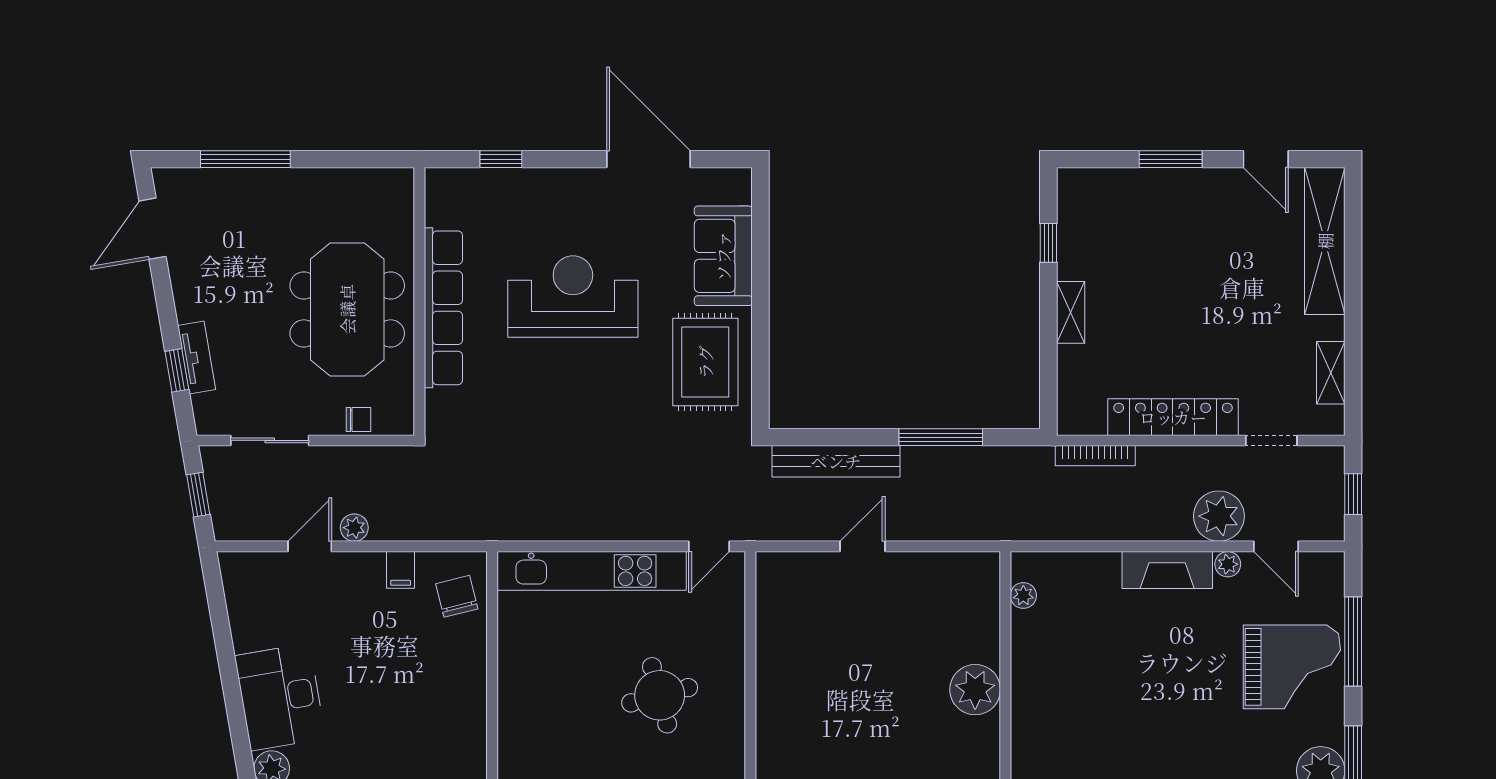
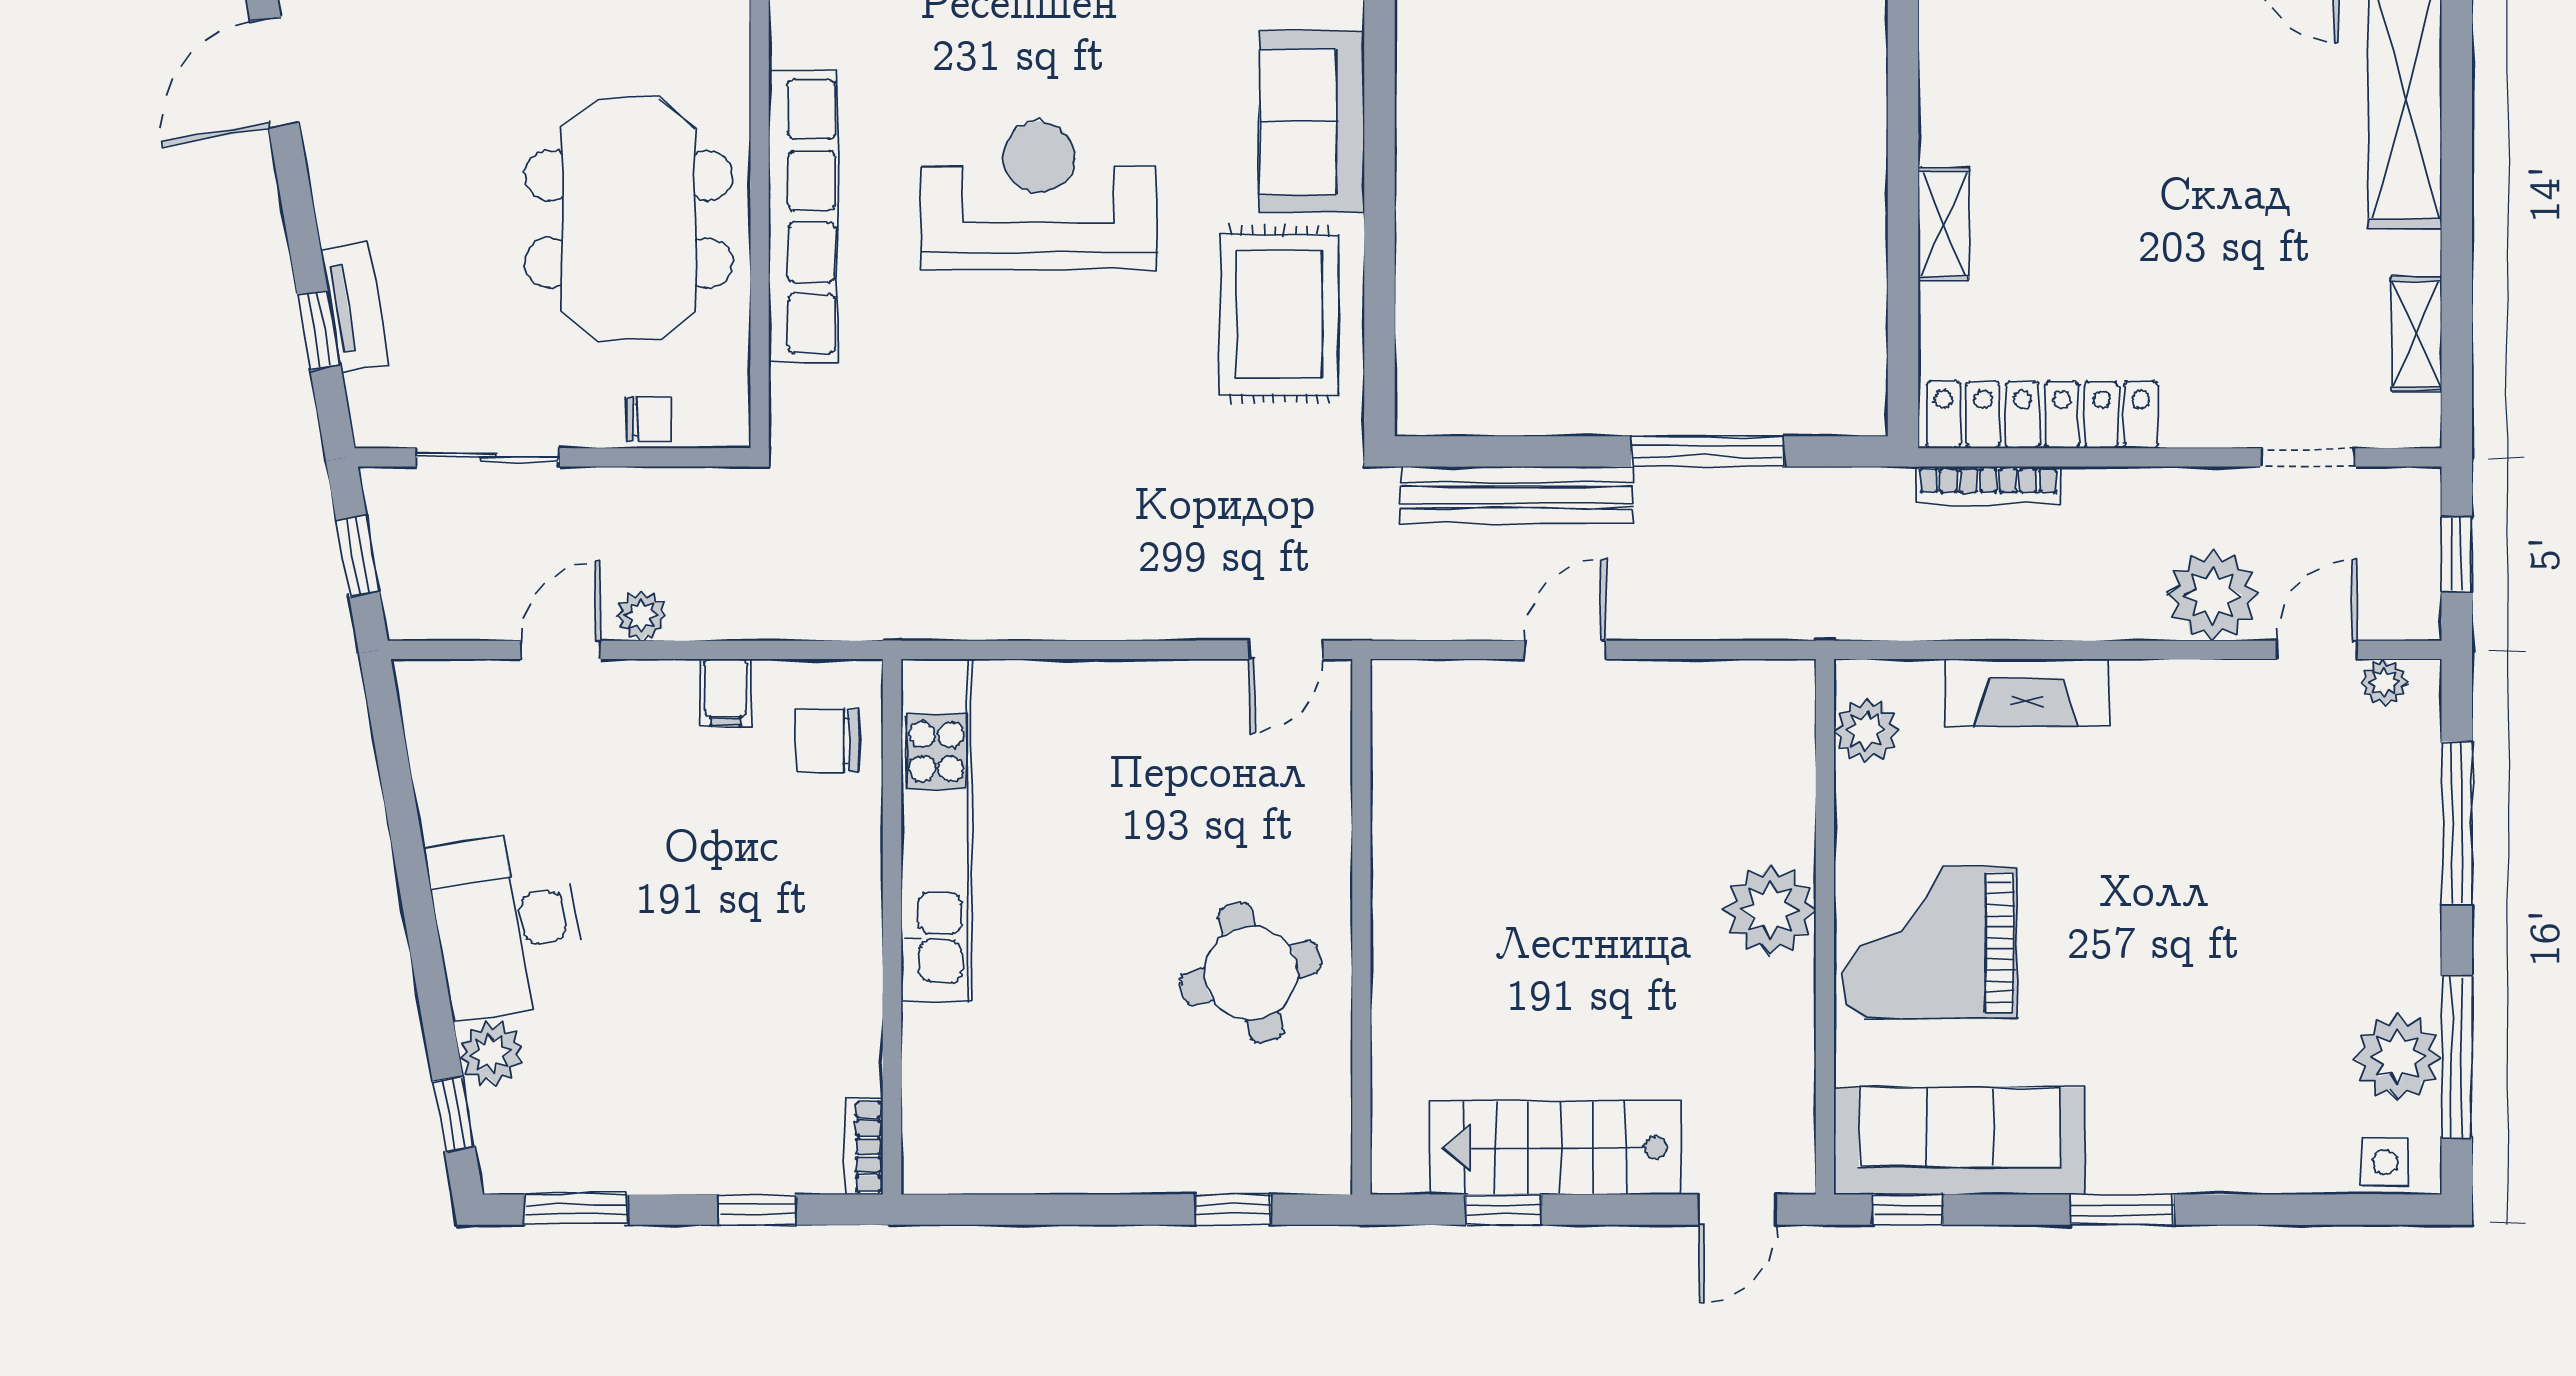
window: (1048, 243) -> (1903, 98), removed
locker: (1173, 417) -> (2042, 415), moved
door: (1276, 546) -> (2316, 650), swing flipped
plant: (1228, 564) -> (2384, 682), moved
fireplace: (1167, 570) -> (2026, 693), moved
kitchen unit: (592, 571) -> (937, 831), moved, turned -90
chair: (457, 596) -> (828, 741), turned -76
plant: (1023, 596) -> (1866, 730), width x1.38, depth x1.38
grand piano: (1292, 667) -> (1929, 943), moved, turned 180
round table: (660, 695) -> (1251, 973), moved

